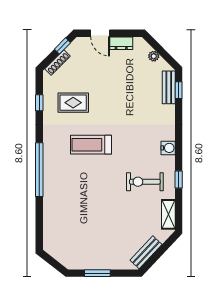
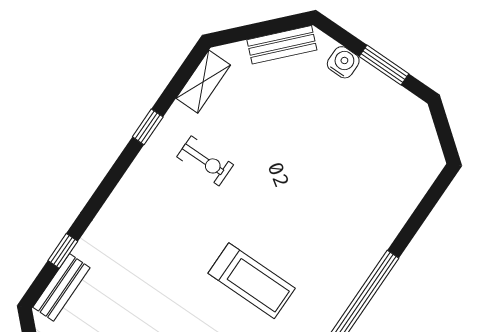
window: (179, 90) -> (63, 251), moved
water cooler: (168, 148) -> (343, 62), moved, turned 90
exercise bike: (145, 182) -> (205, 161), width x0.73, depth x0.72

